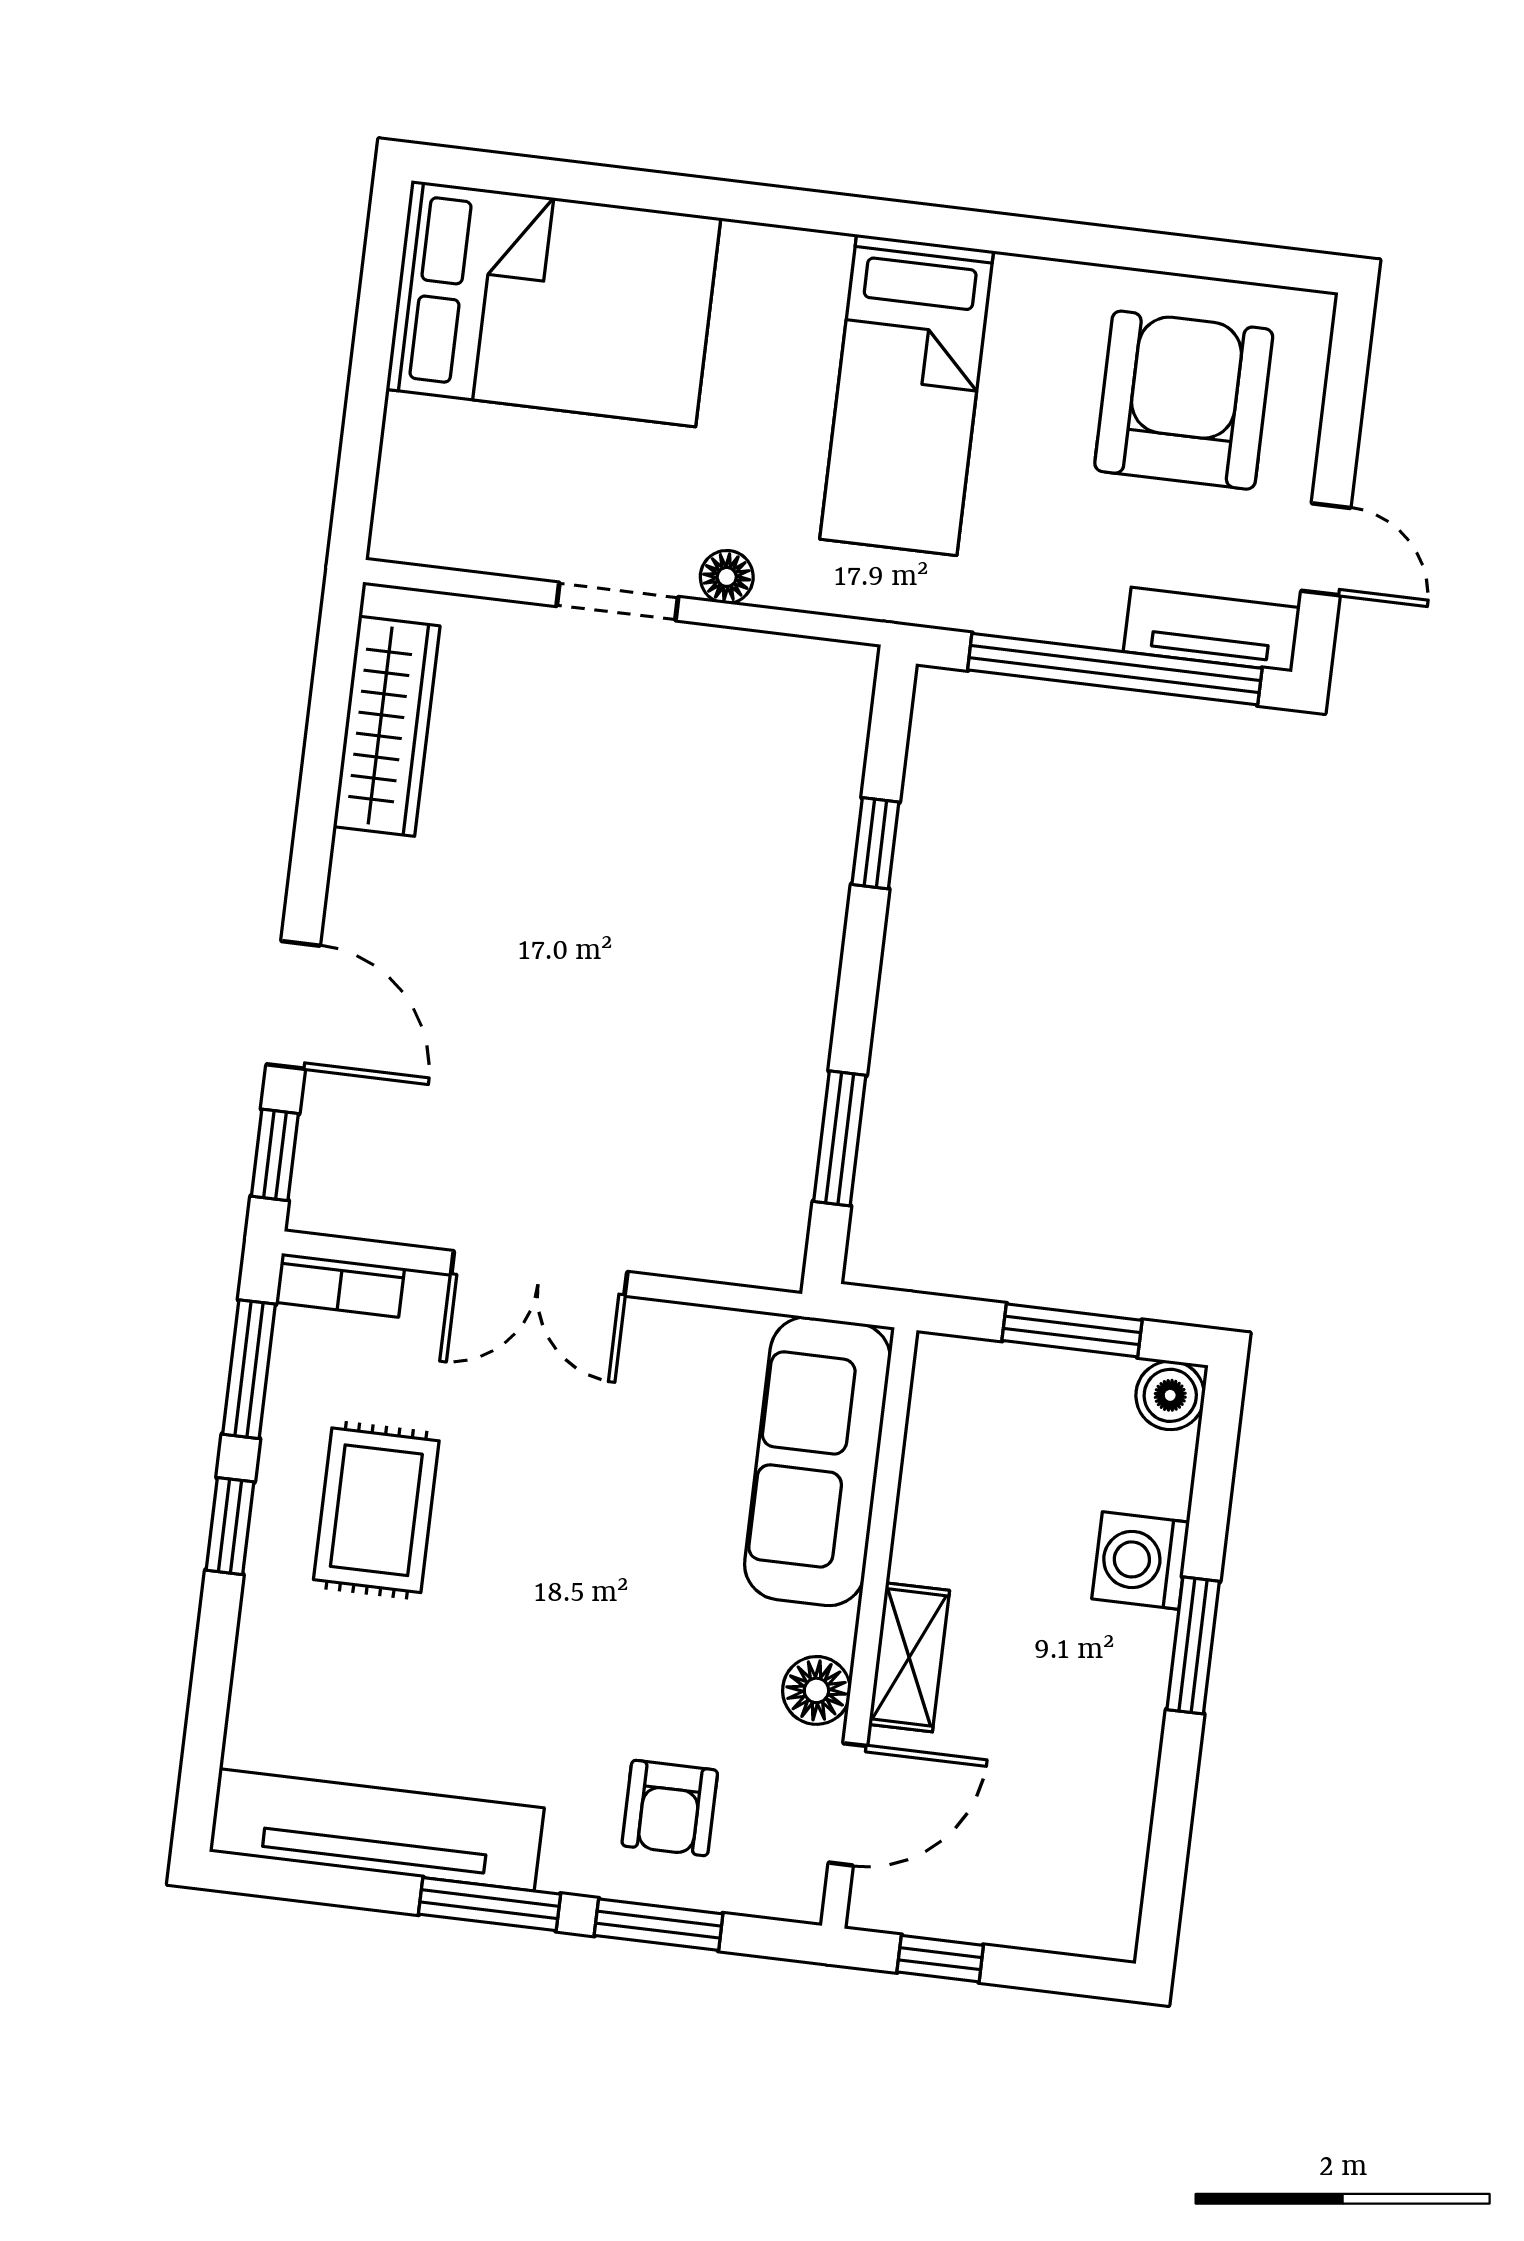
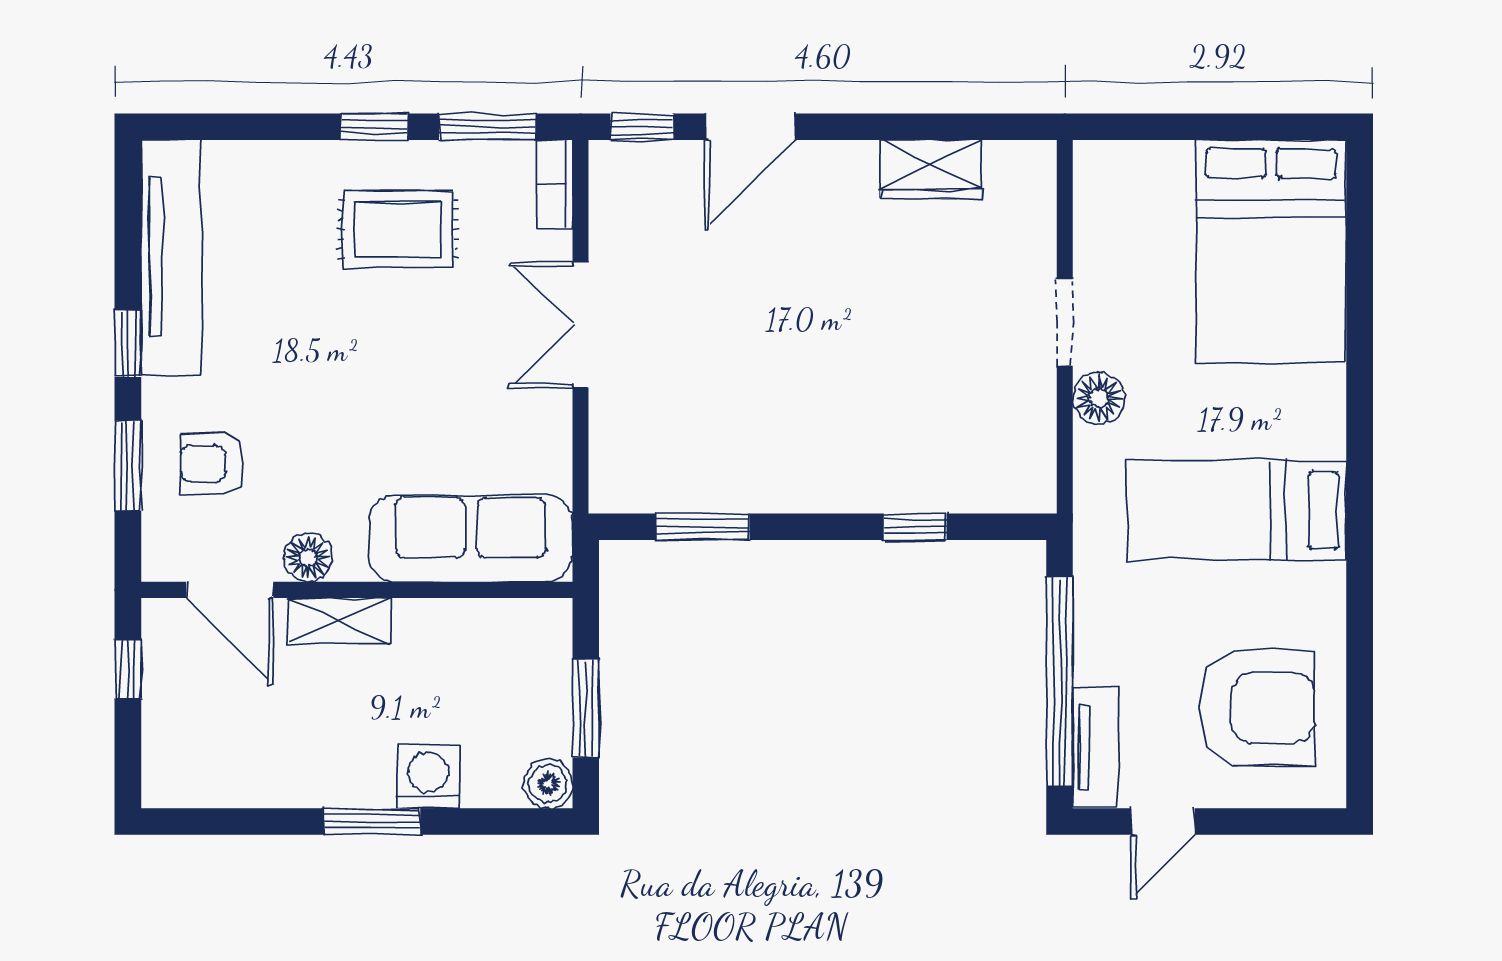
floor lamp: (727, 577) -> (1099, 398), width x1.37, depth x1.37
wardrobe: (387, 726) -> (931, 169), width x0.67
window: (489, 1904) -> (128, 344), width x0.67

